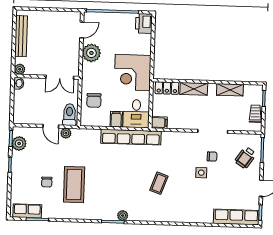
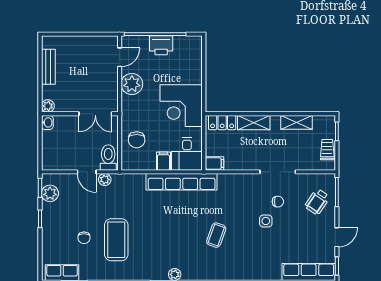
printer: (144, 23) -> (161, 45), moved, turned -90
bench: (21, 36) -> (48, 67), width x0.73

